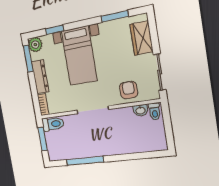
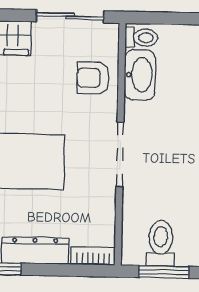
washbasin: (140, 110) -> (140, 75), width x1.91, depth x1.45
toilet: (53, 124) -> (161, 243), moved

